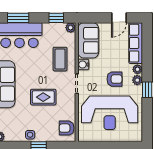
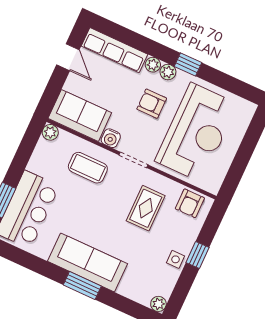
window: (56, 18) -> (27, 146), removed
armchair: (114, 79) -> (152, 104), turned -90
rug: (43, 97) -> (146, 208), moved

